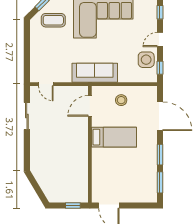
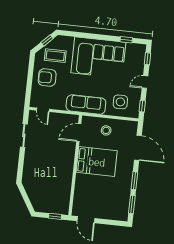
armchair: (47, 46) -> (47, 77), added
side table: (146, 60) -> (120, 102), moved
bed: (114, 137) -> (97, 162), width x1.50

